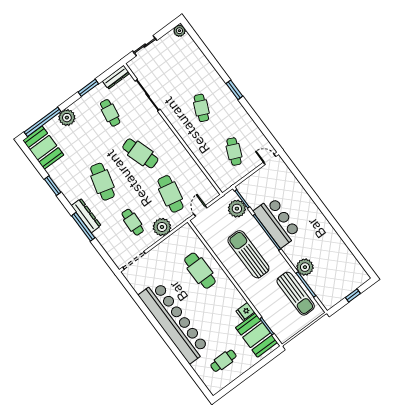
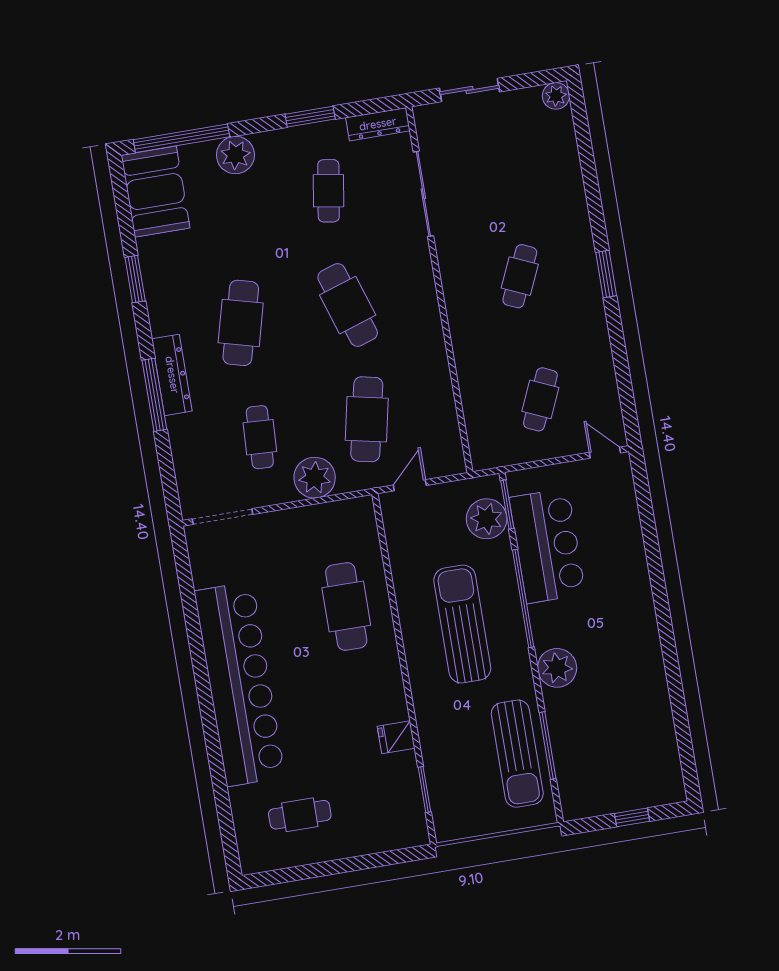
bar counter: (277, 222) -> (547, 546), moved
plant: (305, 267) -> (557, 668), moved
booth: (256, 335) -> (394, 797), removed

